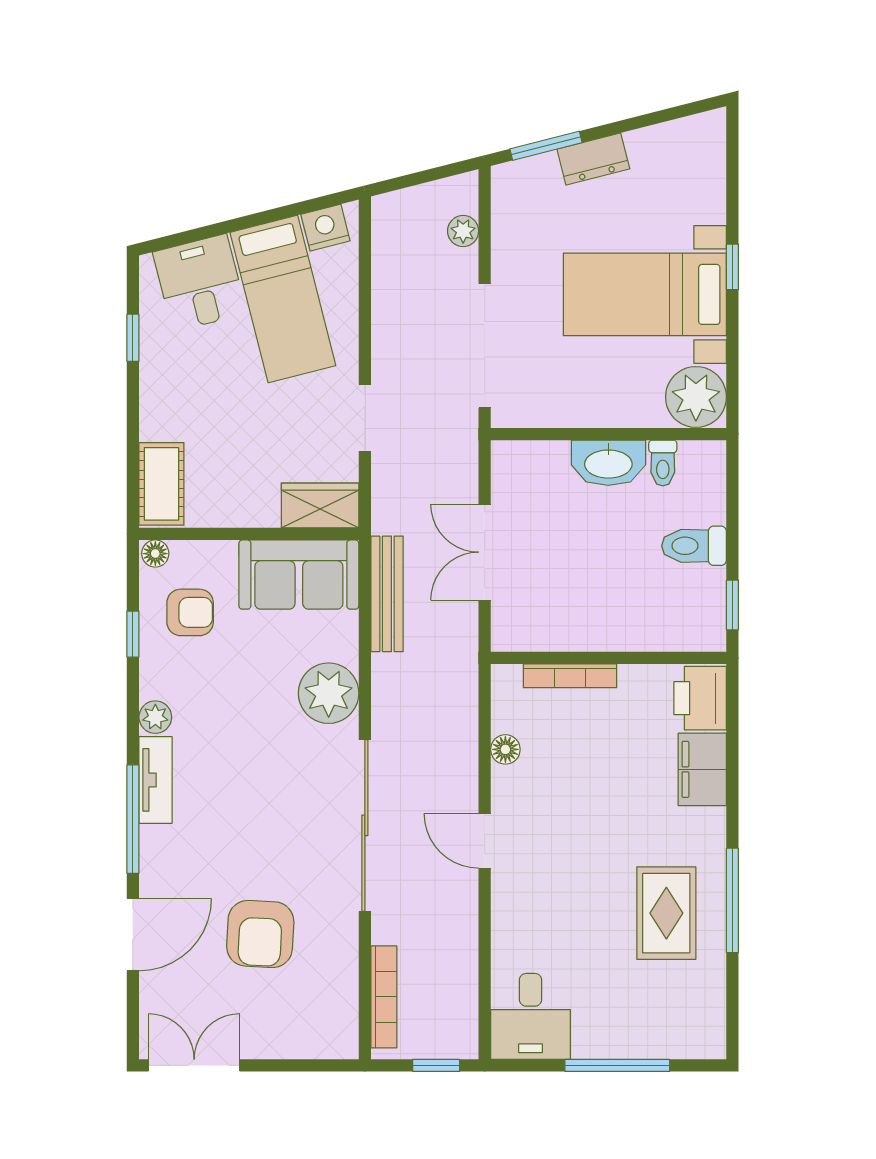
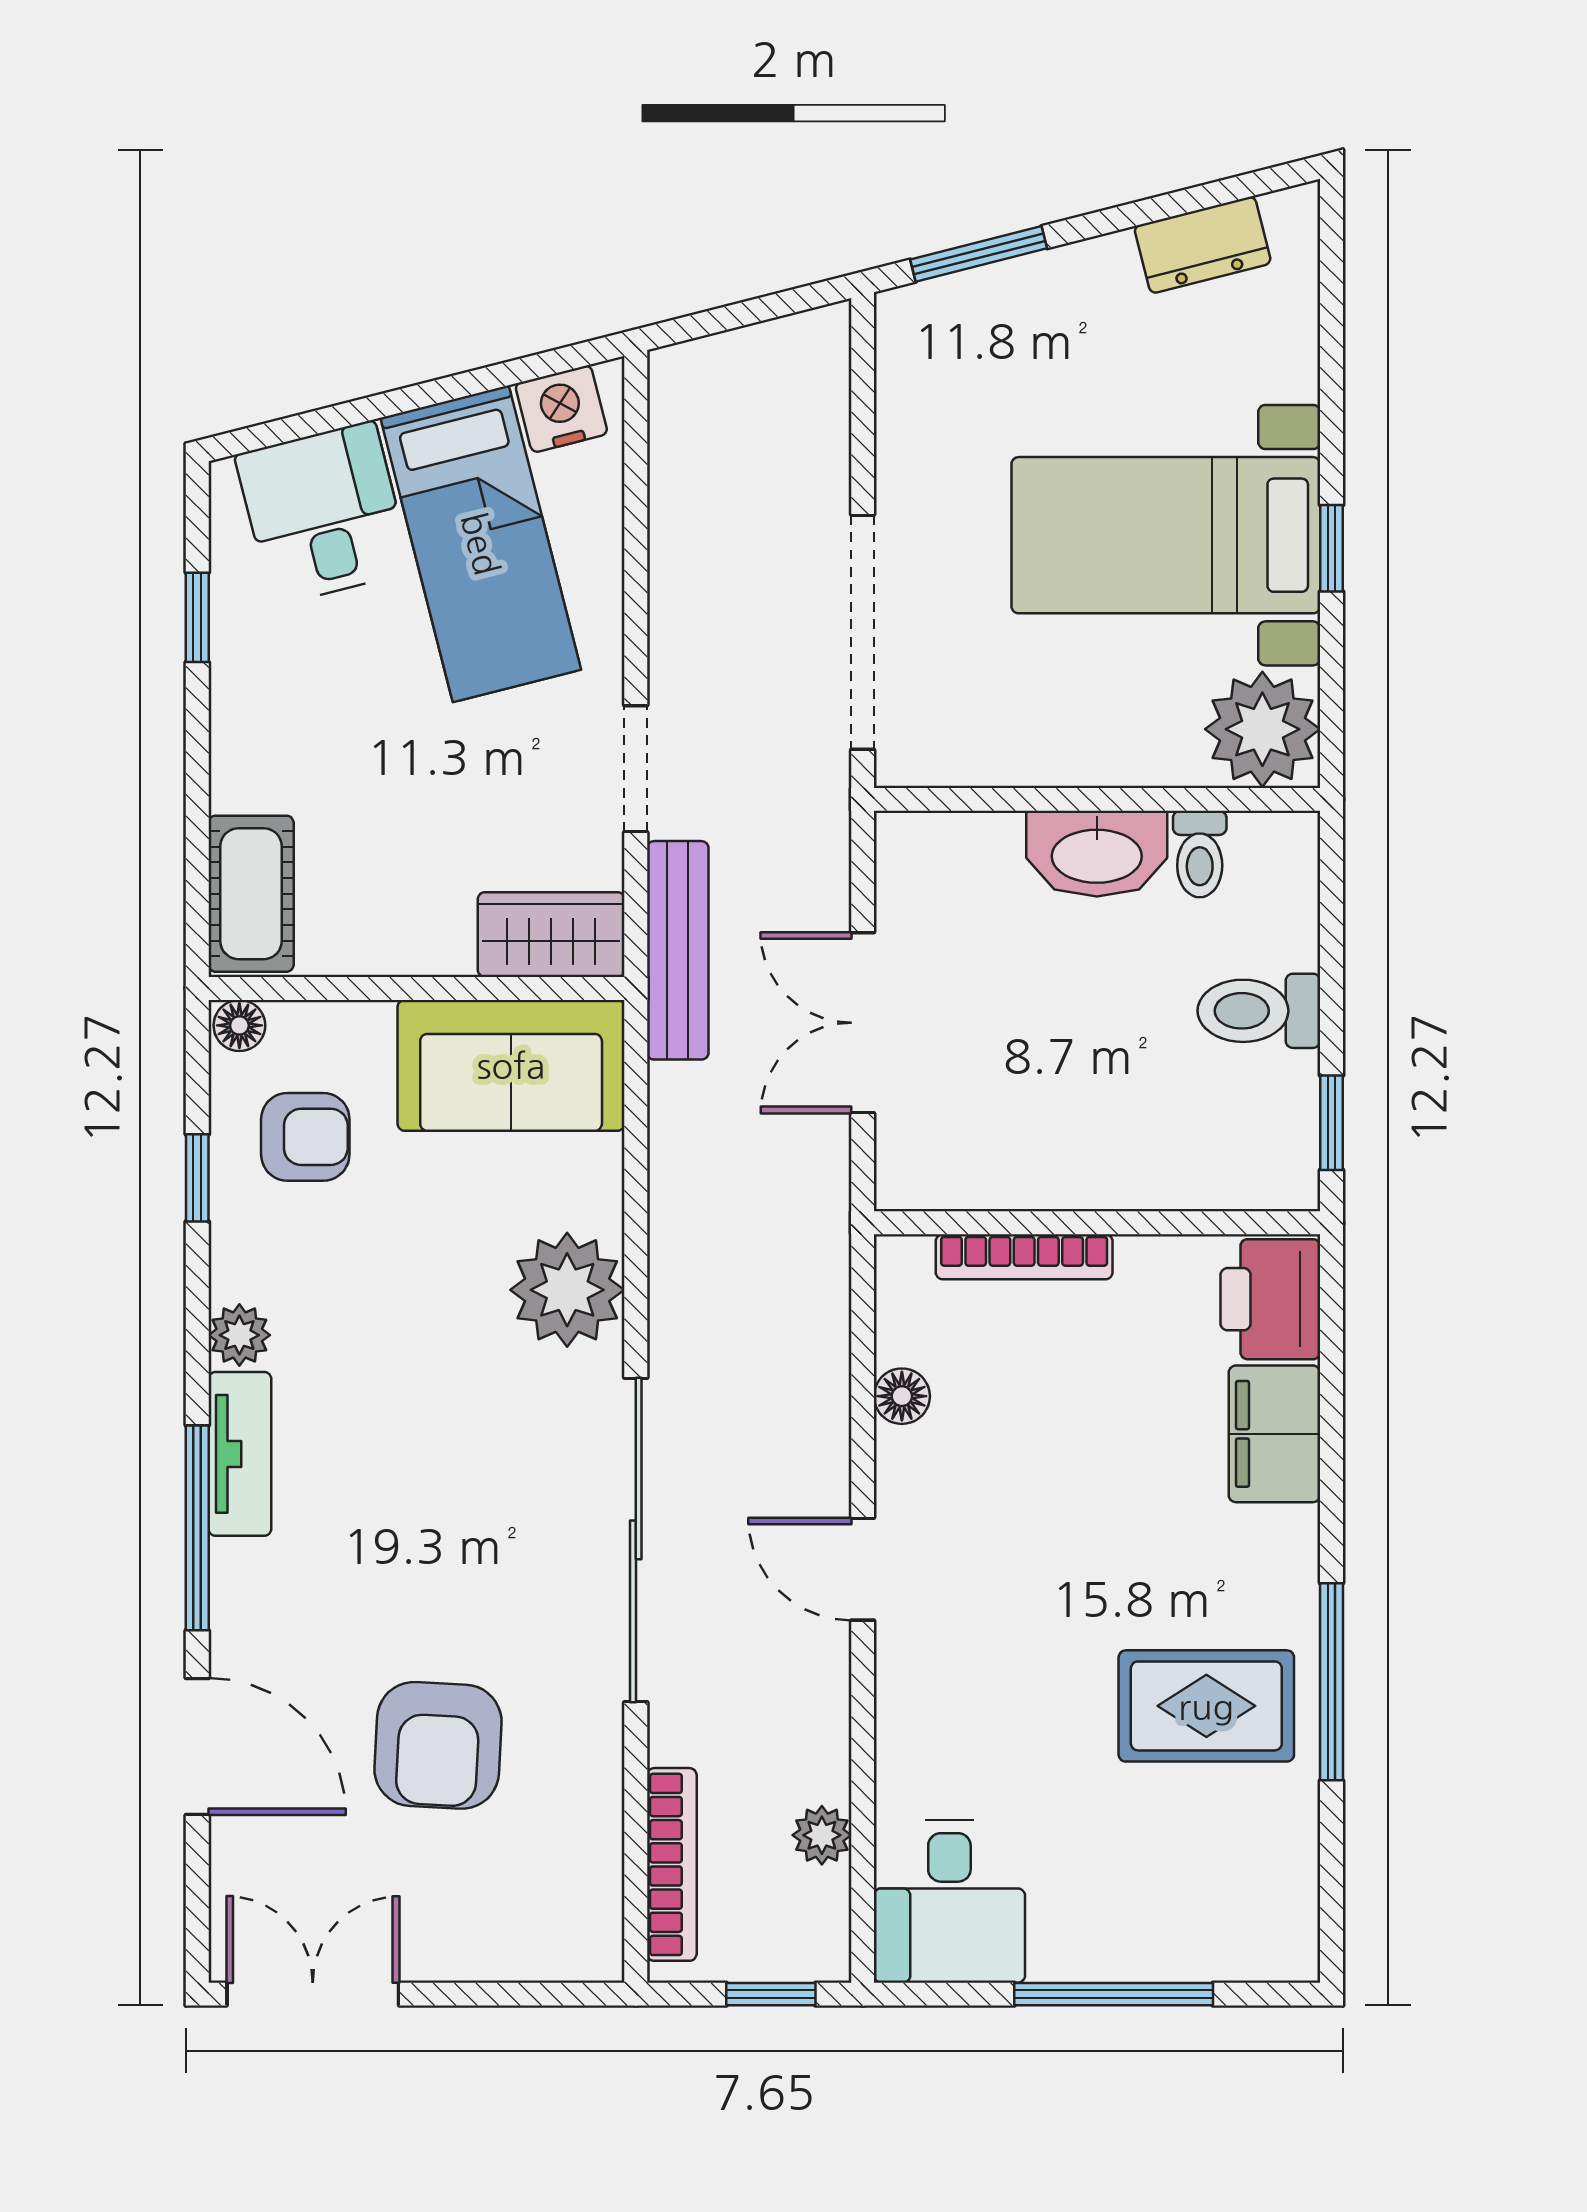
dresser: (593, 159) -> (1203, 245), moved
plant: (463, 231) -> (822, 1835), moved
window: (732, 267) -> (1331, 548), moved
bench: (387, 594) -> (678, 950), moved
rug: (666, 913) -> (1206, 1706), turned 90
door: (133, 935) -> (197, 1747), hinge flipped

